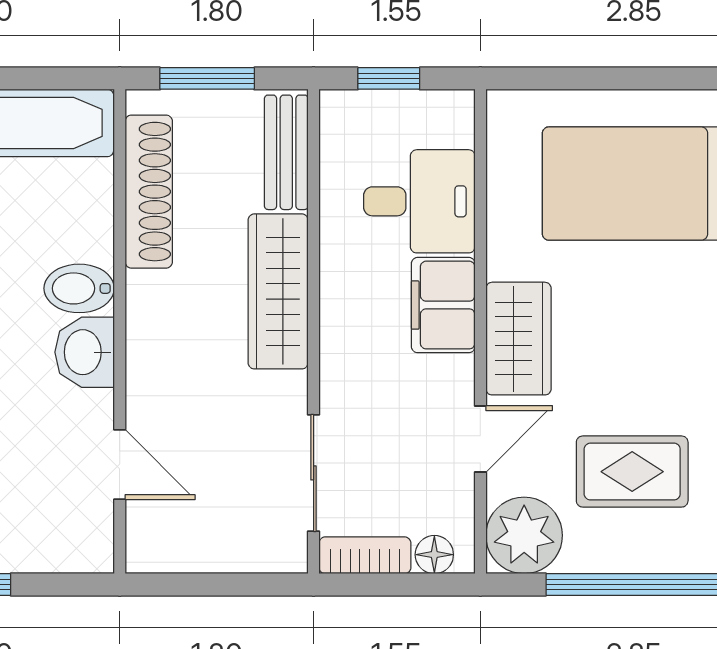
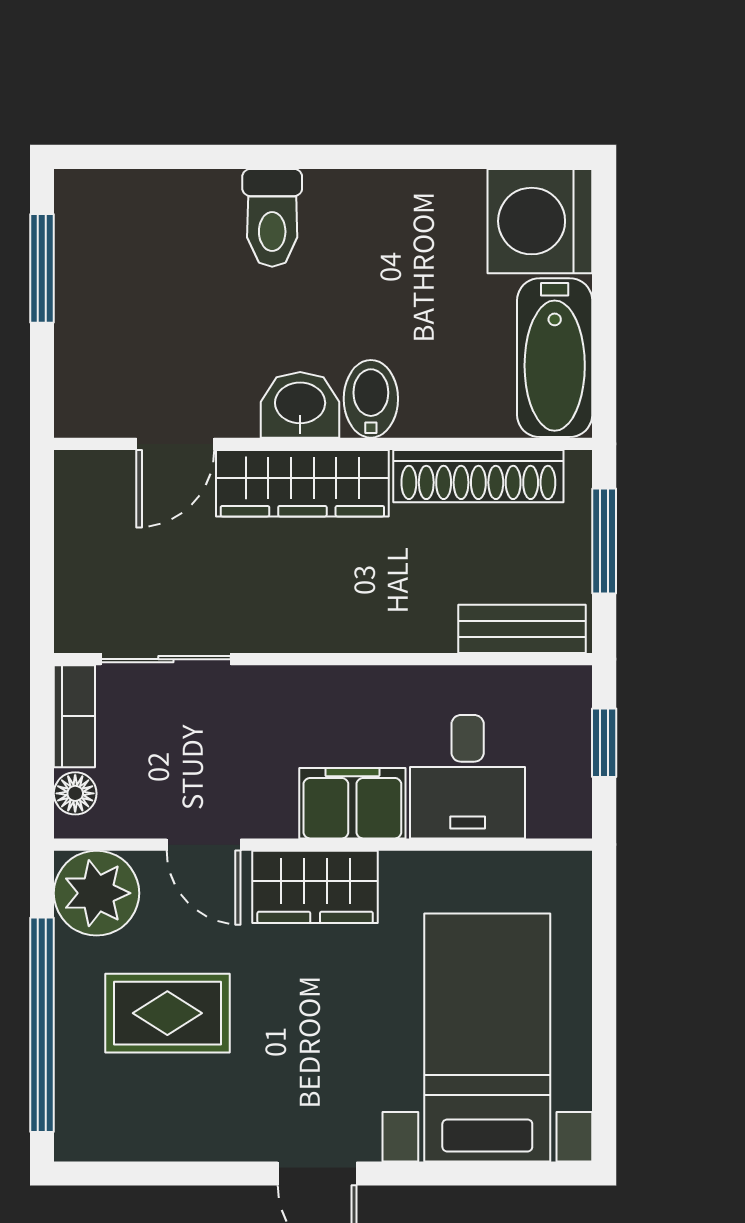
wardrobe: (278, 291) -> (302, 483), moved, turned 180
rug: (632, 472) -> (167, 1013), turned 90

